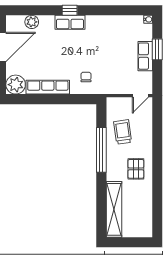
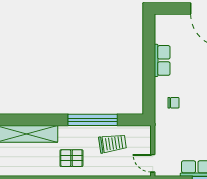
plant: (16, 85) -> (165, 25), removed
row of seats: (48, 87) -> (162, 60), width x0.68

